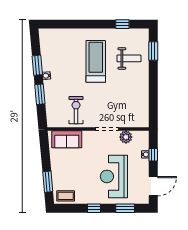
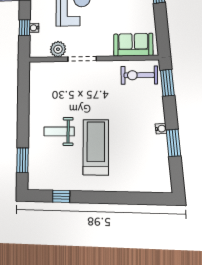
weight bench: (129, 58) -> (59, 131), moved
treadmill: (96, 61) -> (96, 147), turned 180
window: (40, 94) -> (167, 83), moved
exercise bike: (76, 110) -> (139, 75), moved, turned 90

